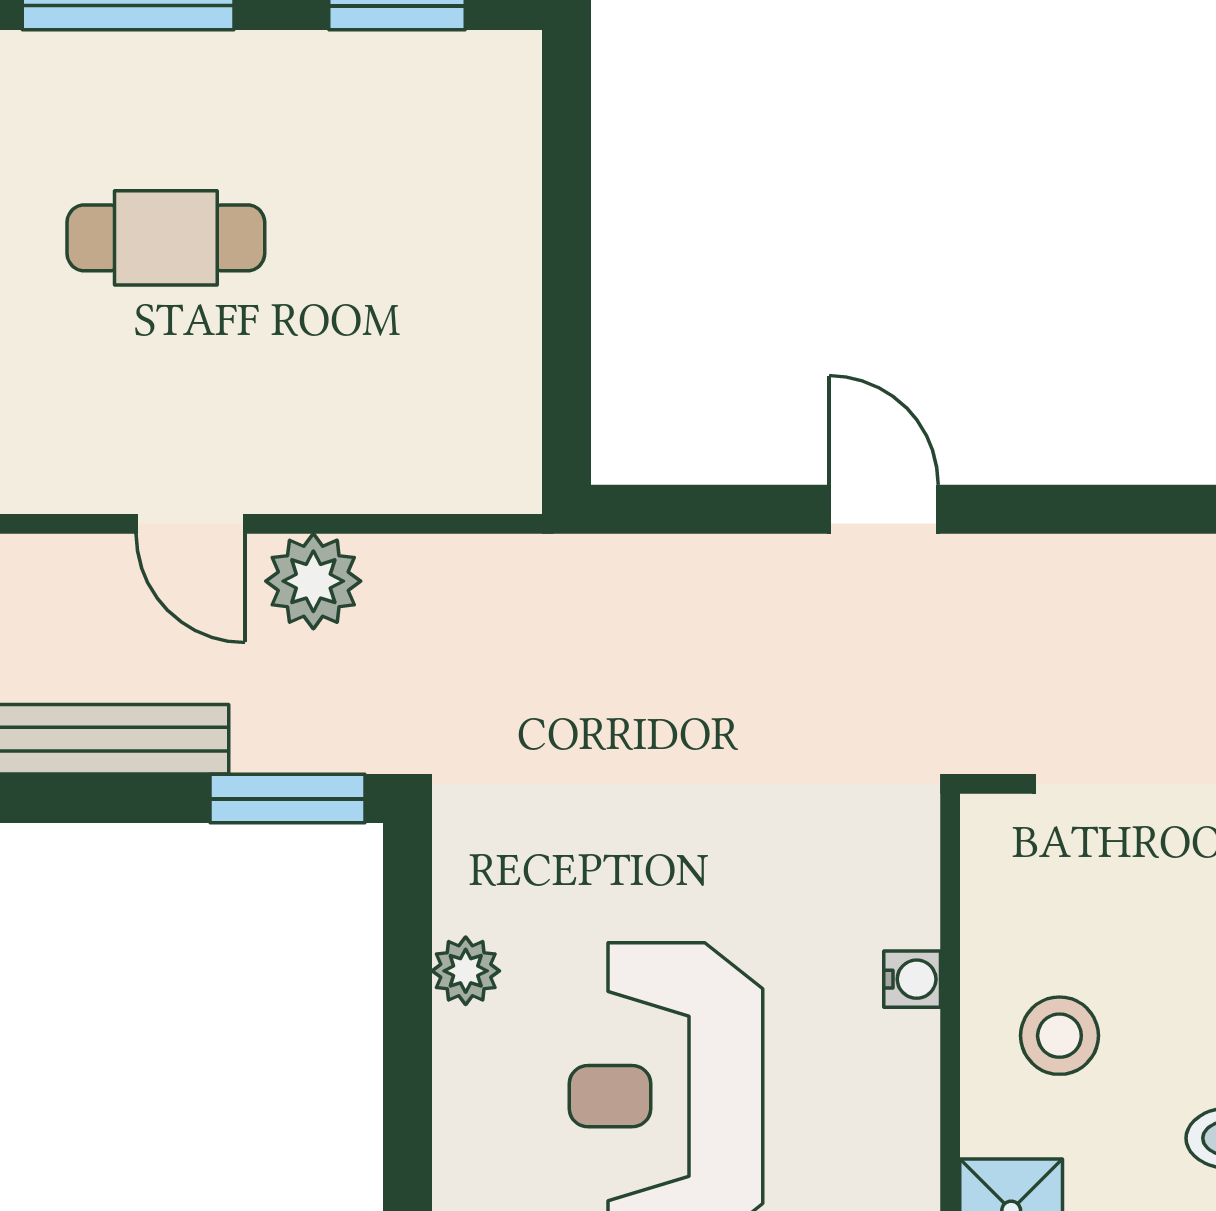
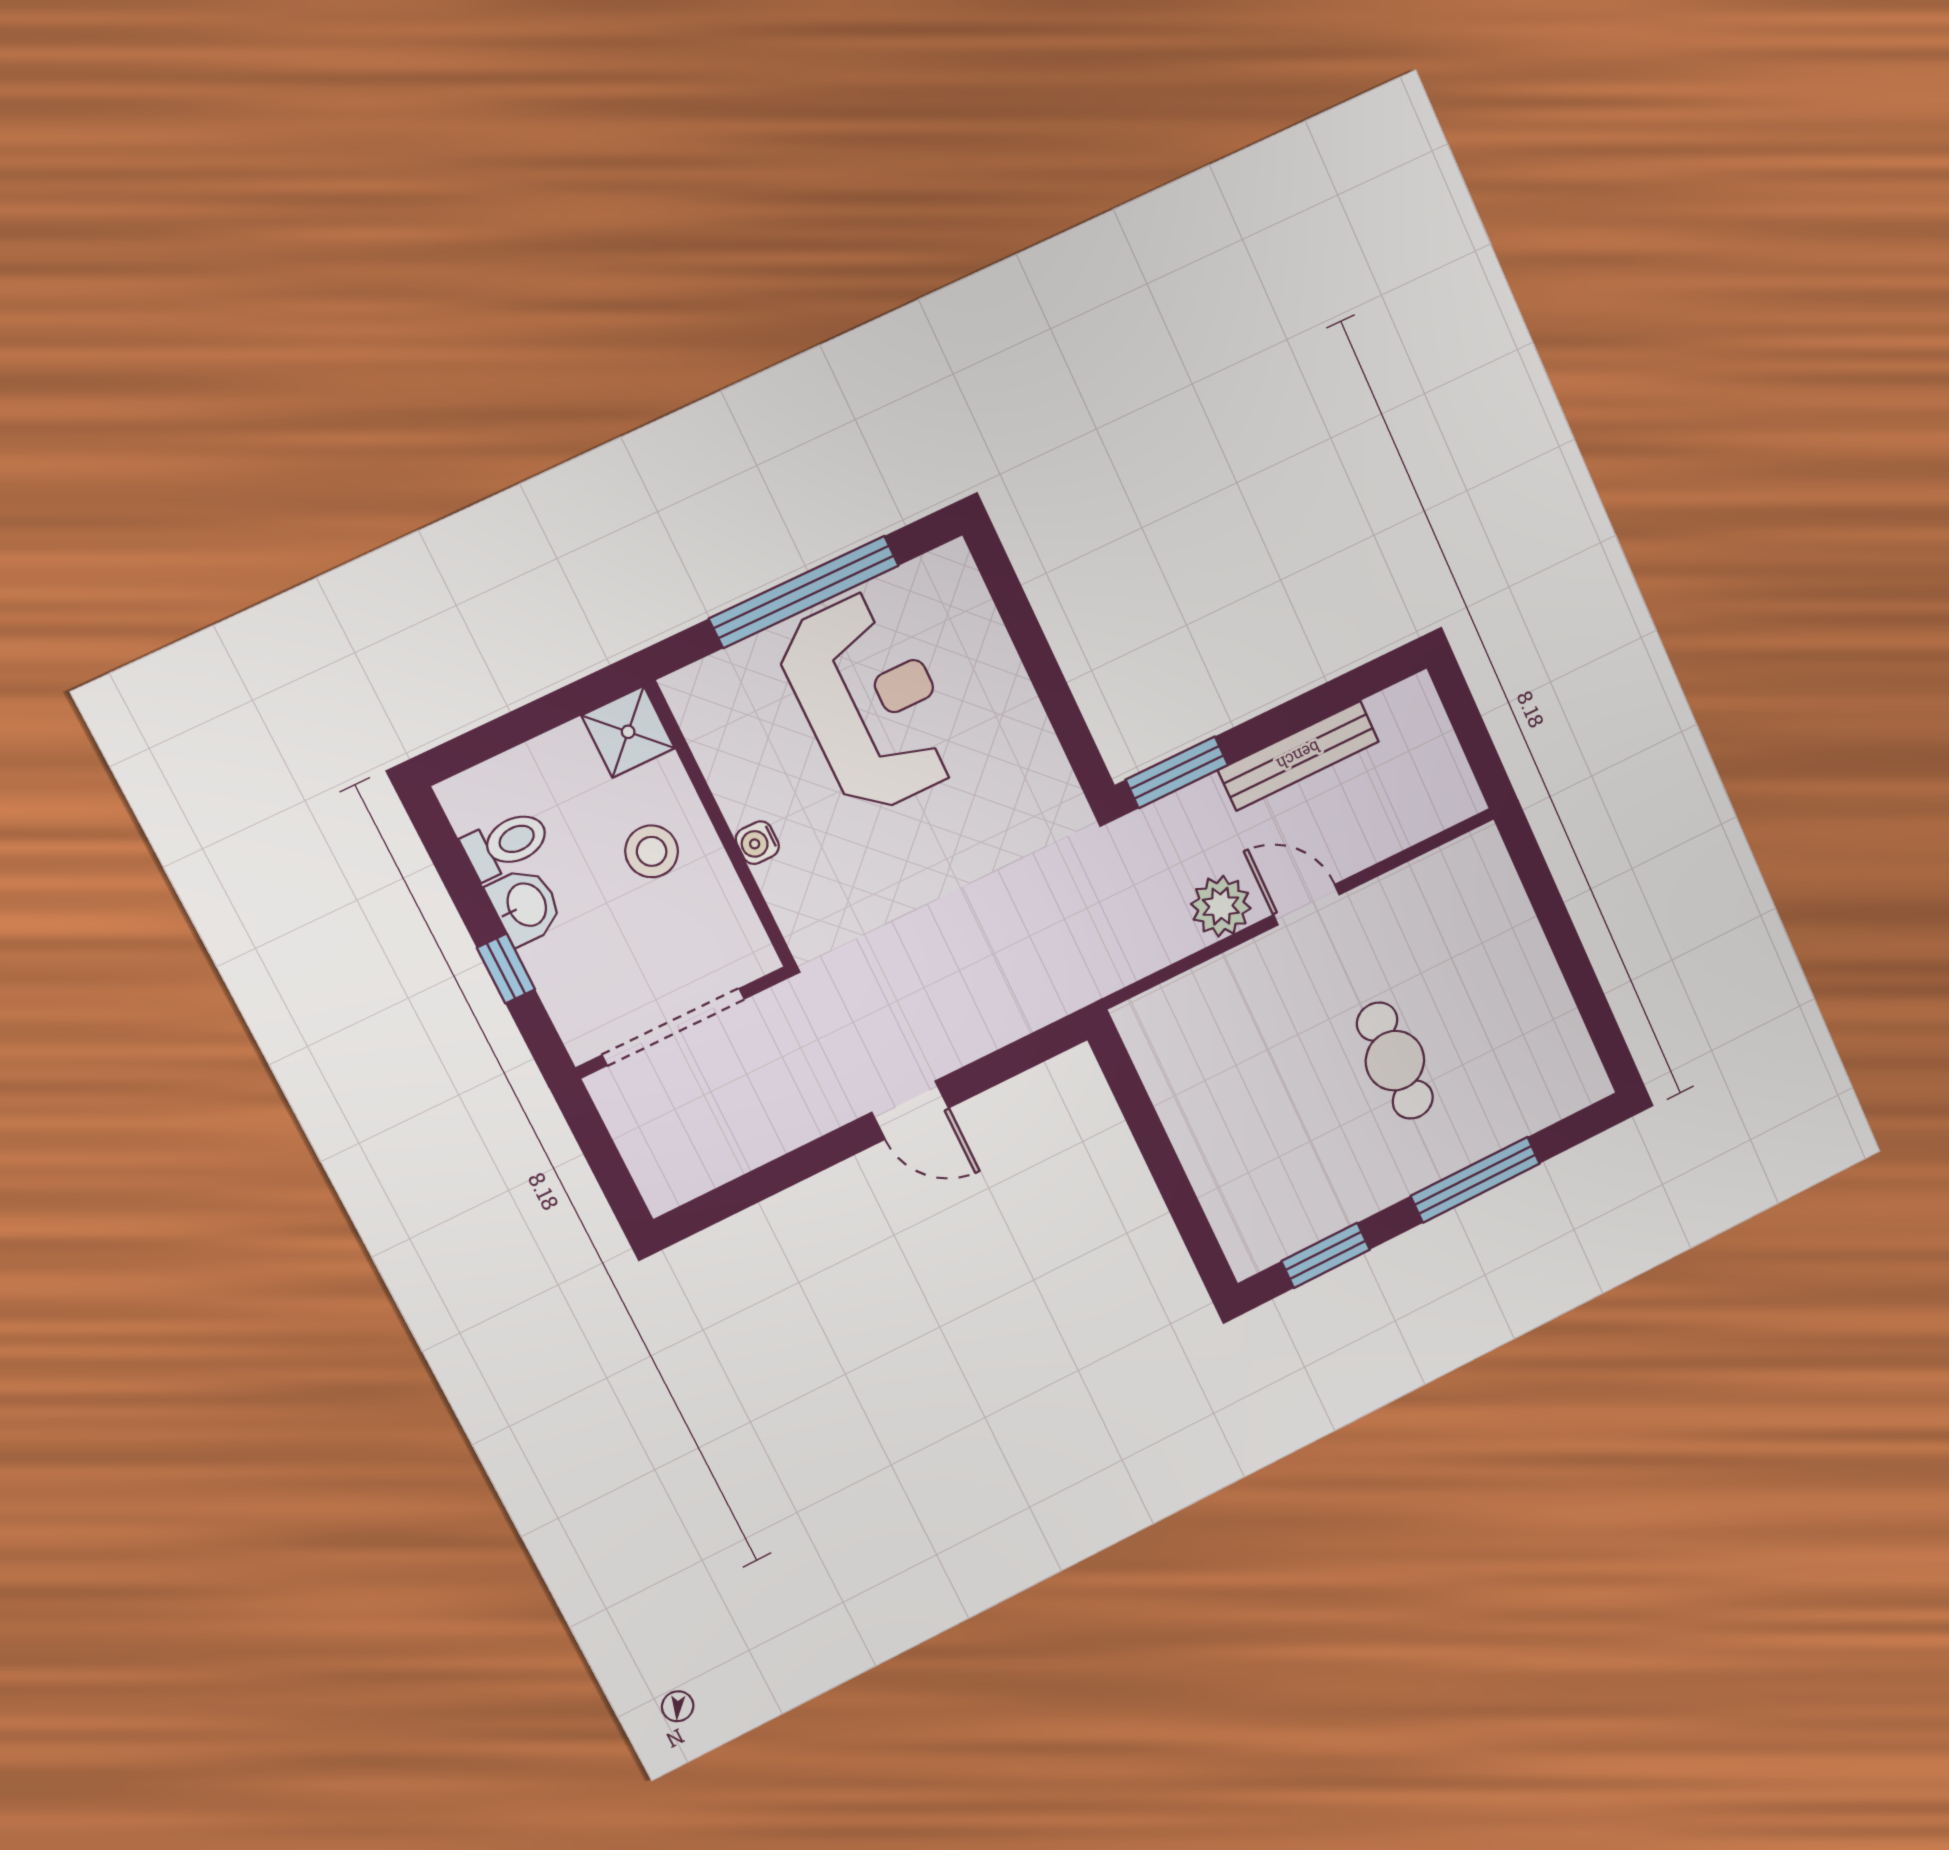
cafe table: (166, 238) -> (1395, 1061), turned 90
plant: (466, 971) -> (1025, 720), removed

